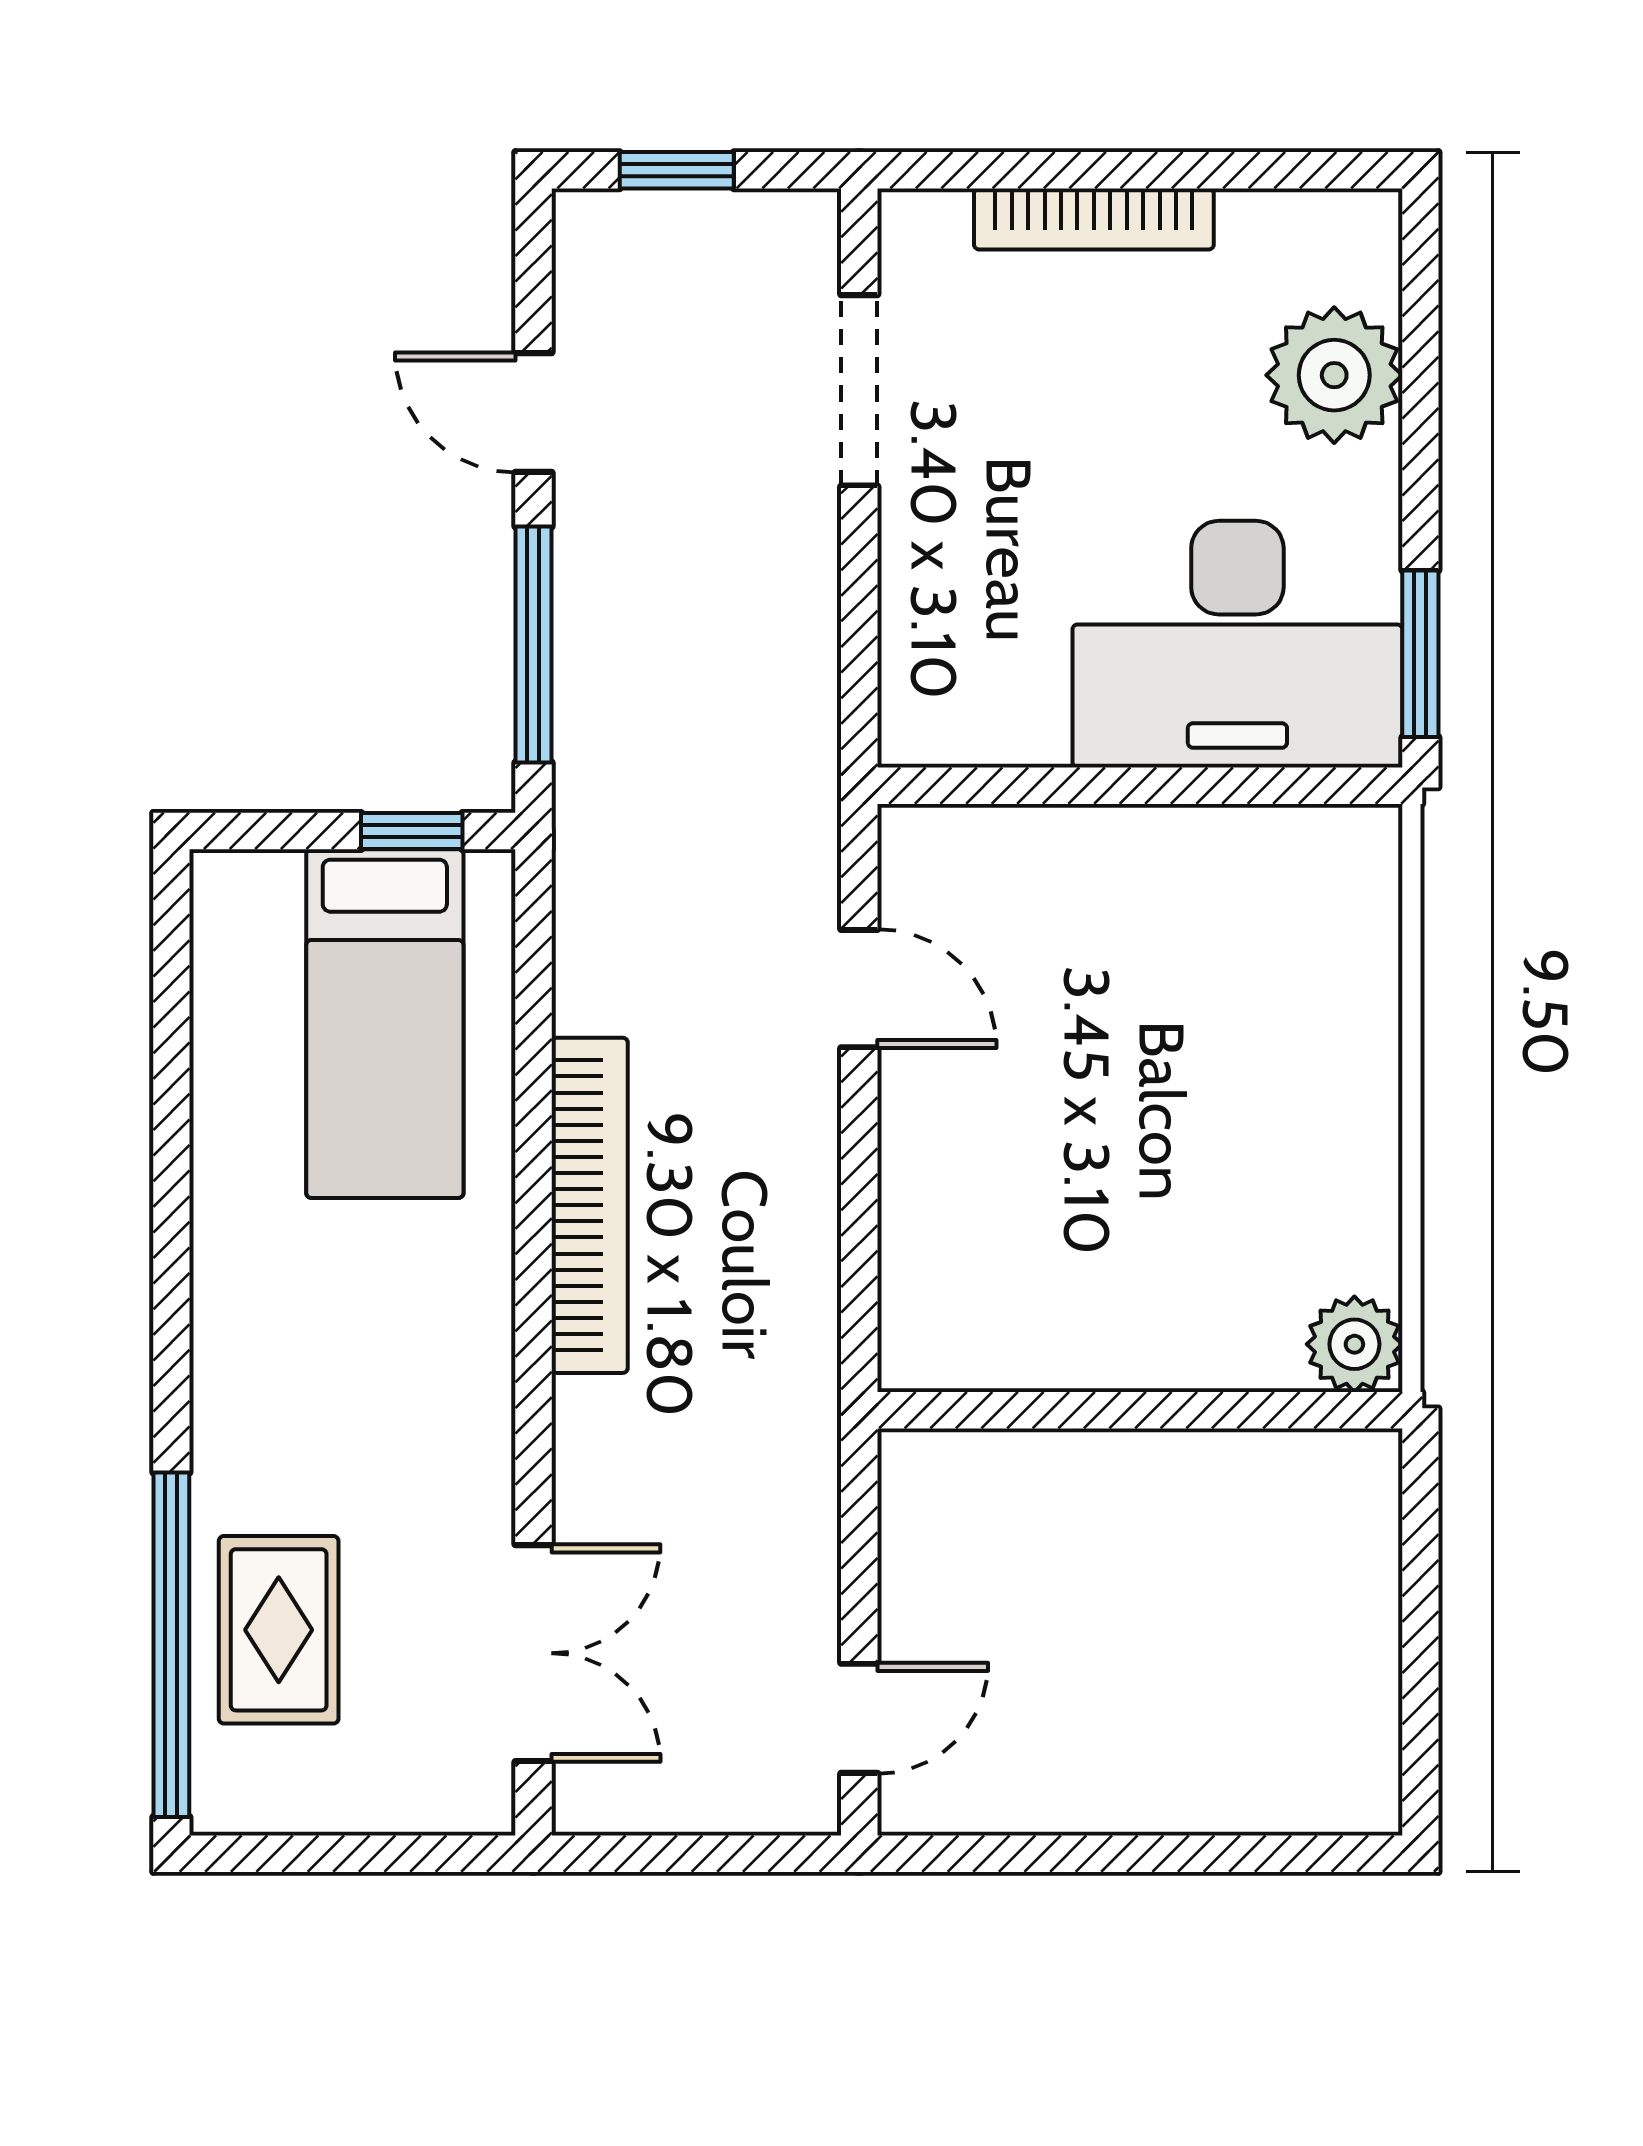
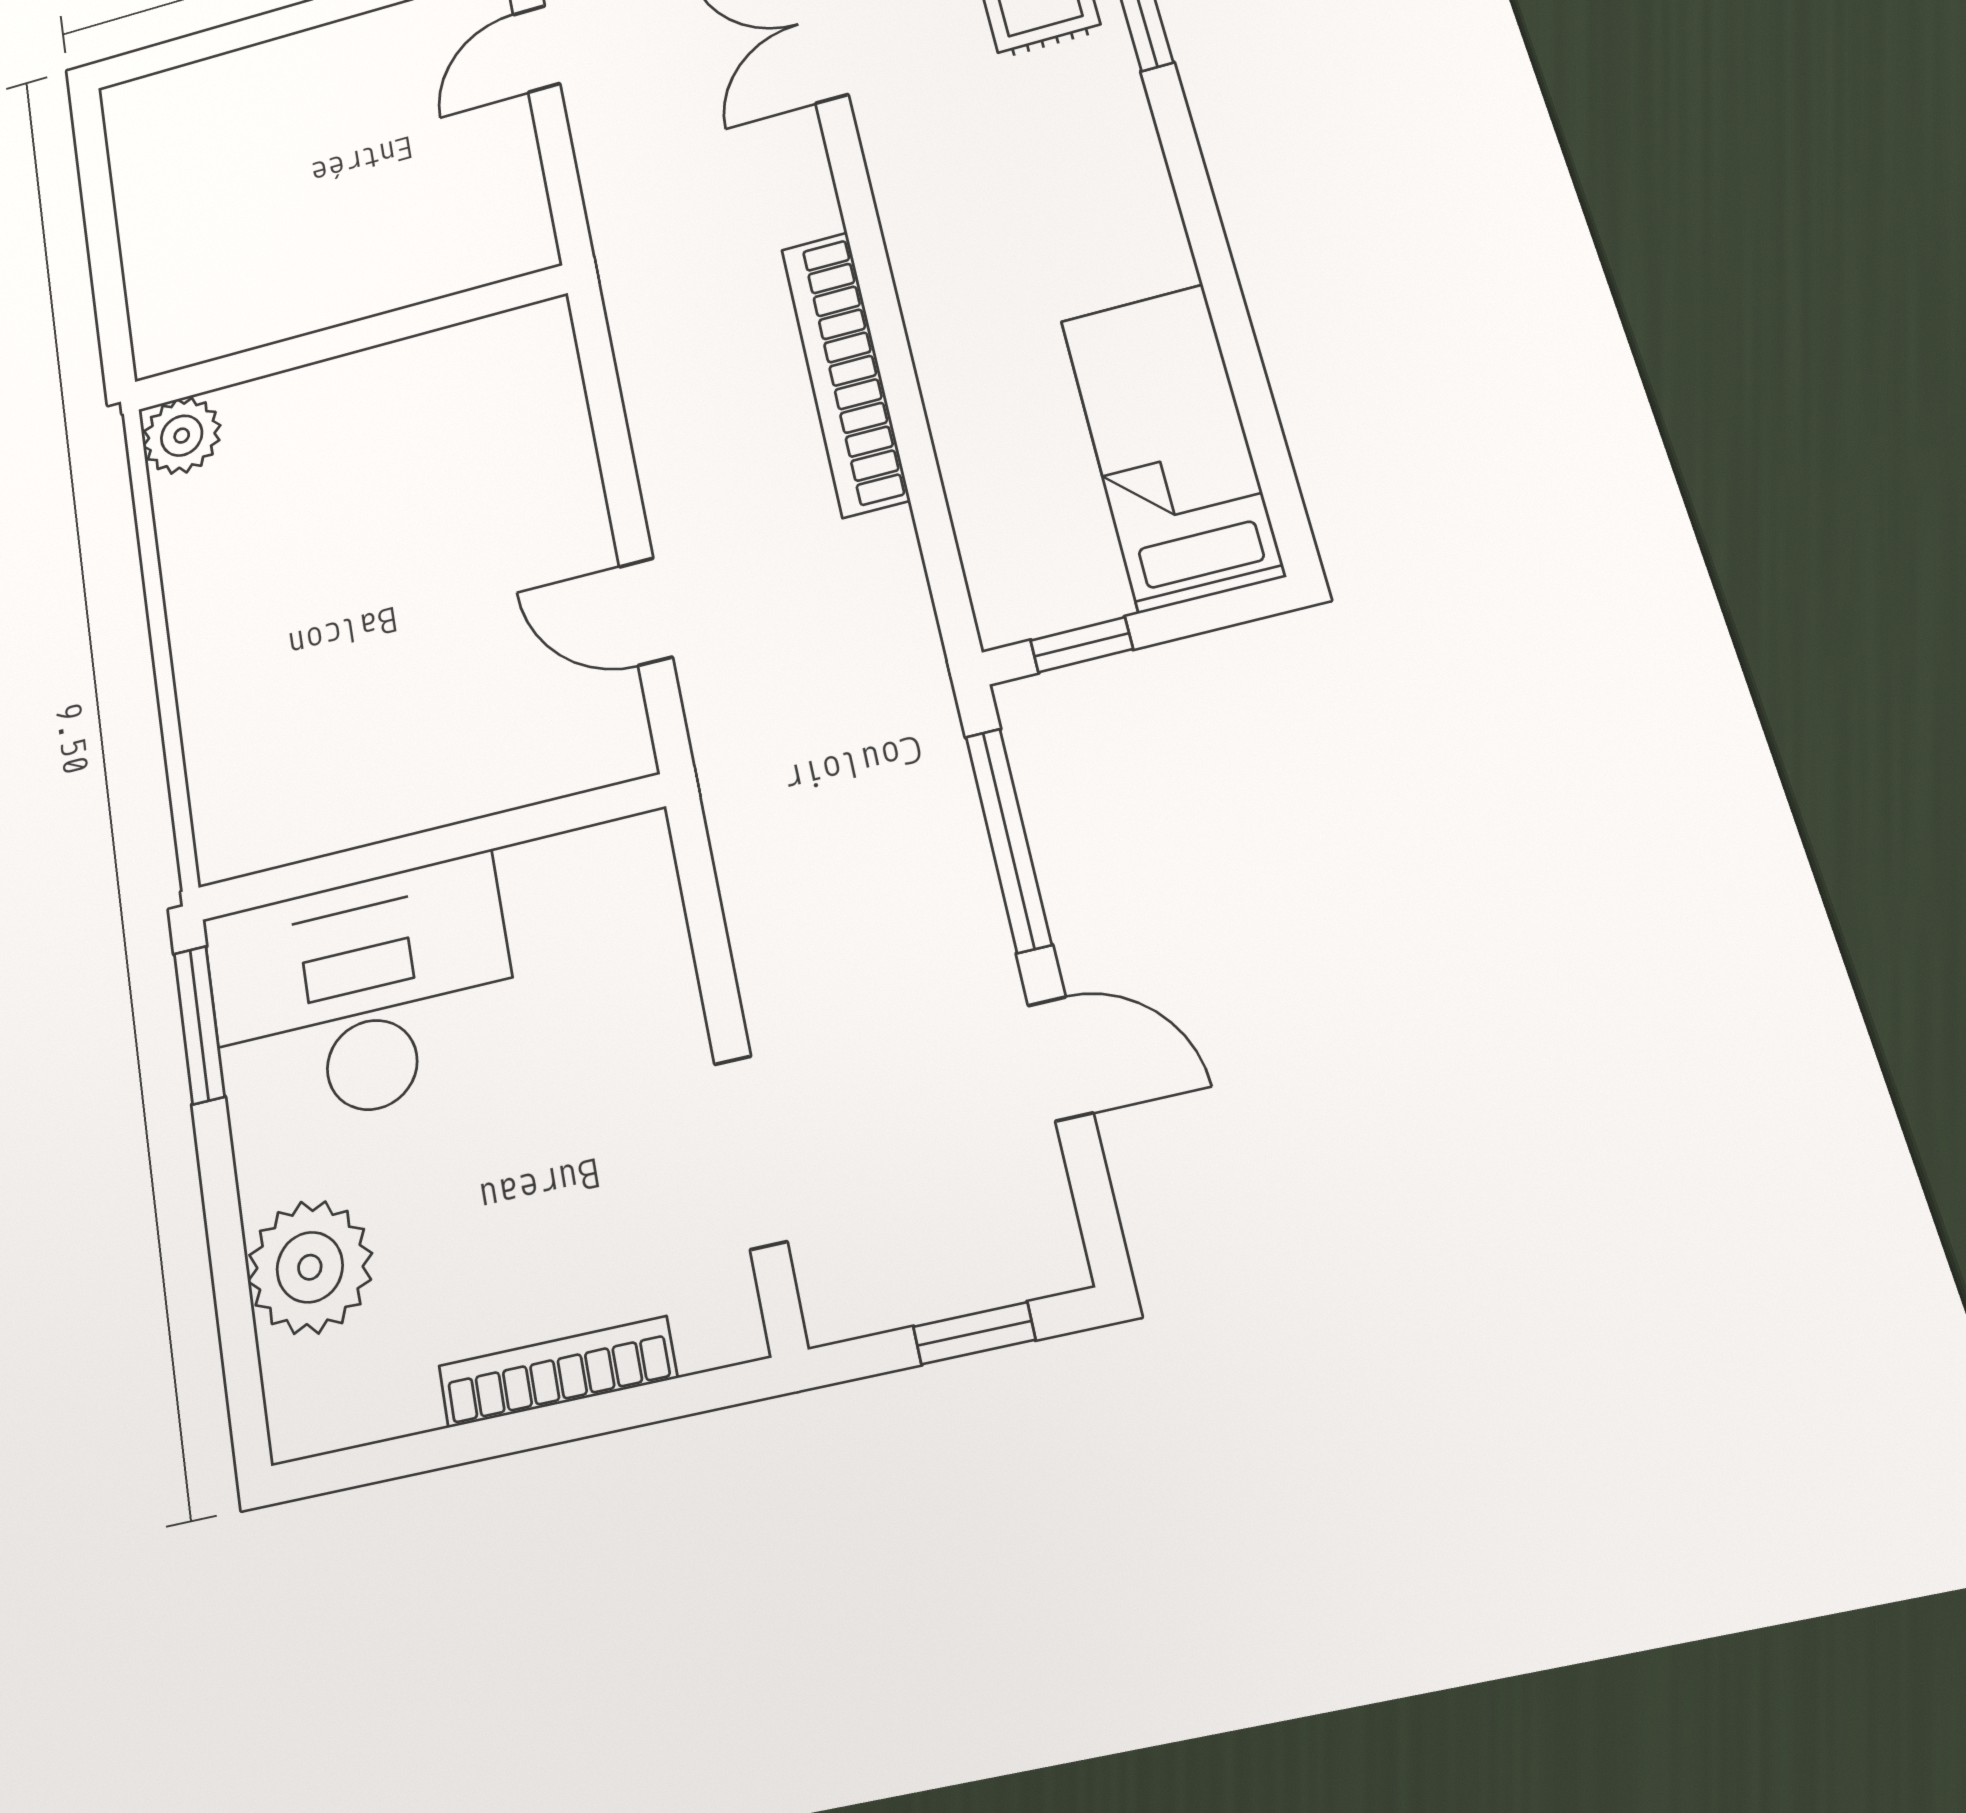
bed: (385, 1024) -> (1171, 446), moved

